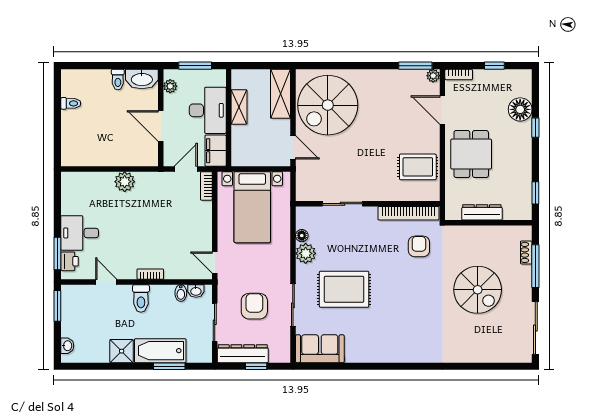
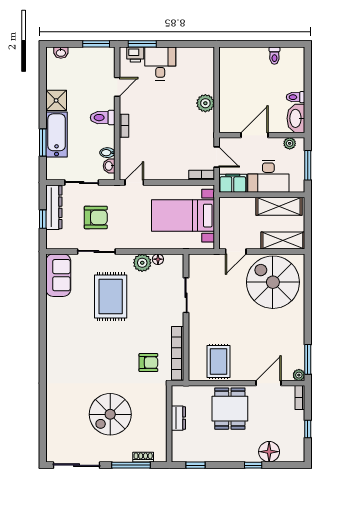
shelving: (239, 107) -> (279, 206), width x1.50, depth x1.33
dining table: (471, 154) -> (230, 409), turned 90
dresser: (482, 212) -> (178, 418), width x0.70

